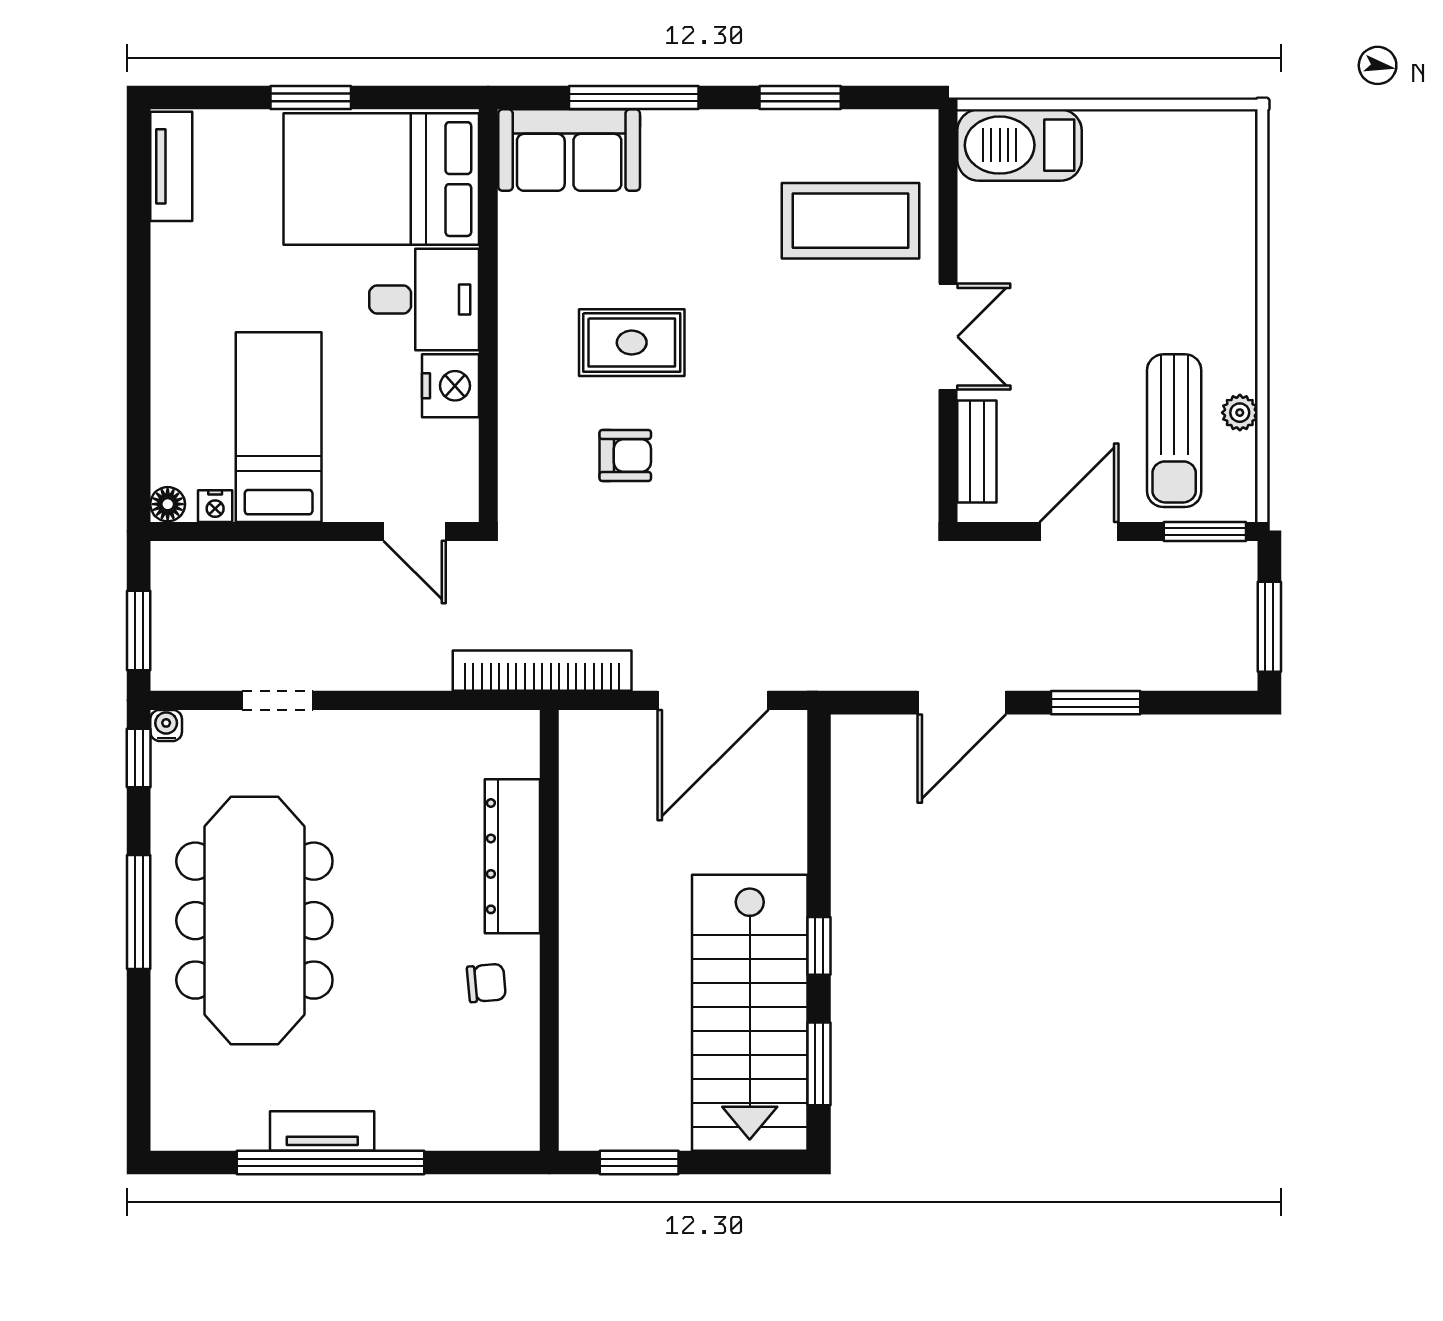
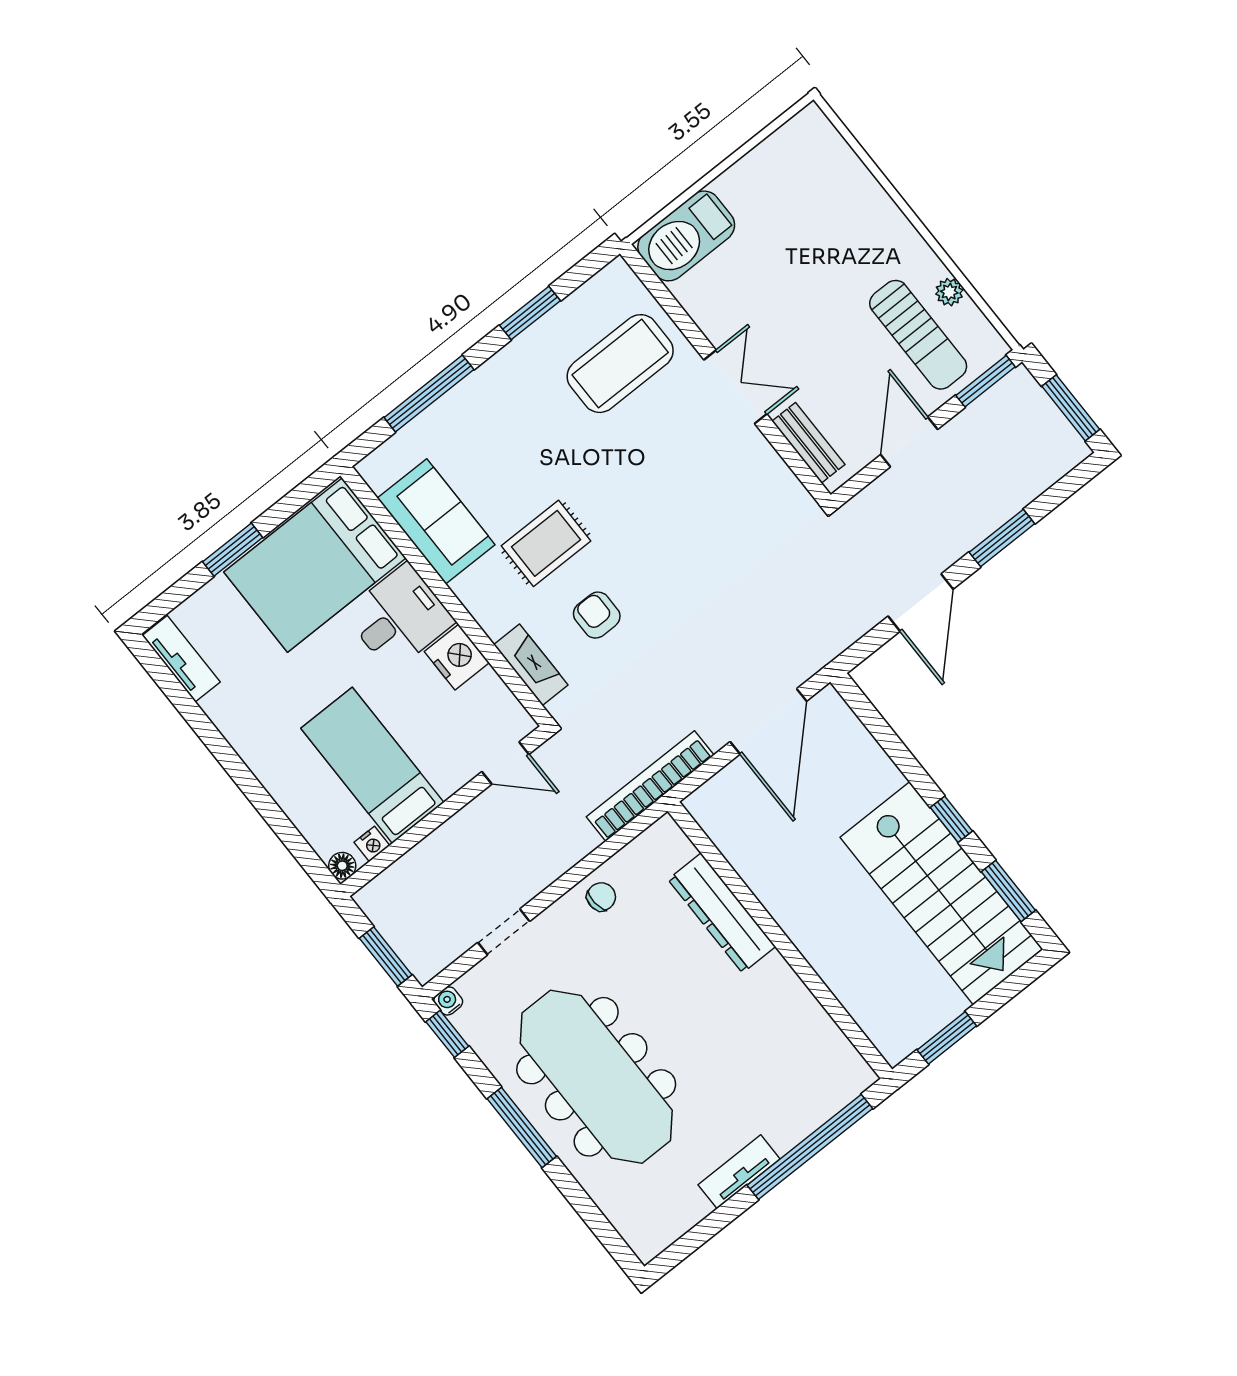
sofa: (569, 150) -> (436, 521), moved, turned -90
fireplace: (519, 453) -> (531, 665), added
armchair: (625, 455) -> (597, 615), turned -90
chair: (486, 983) -> (601, 897), moved
window: (330, 1163) -> (810, 1147), moved

